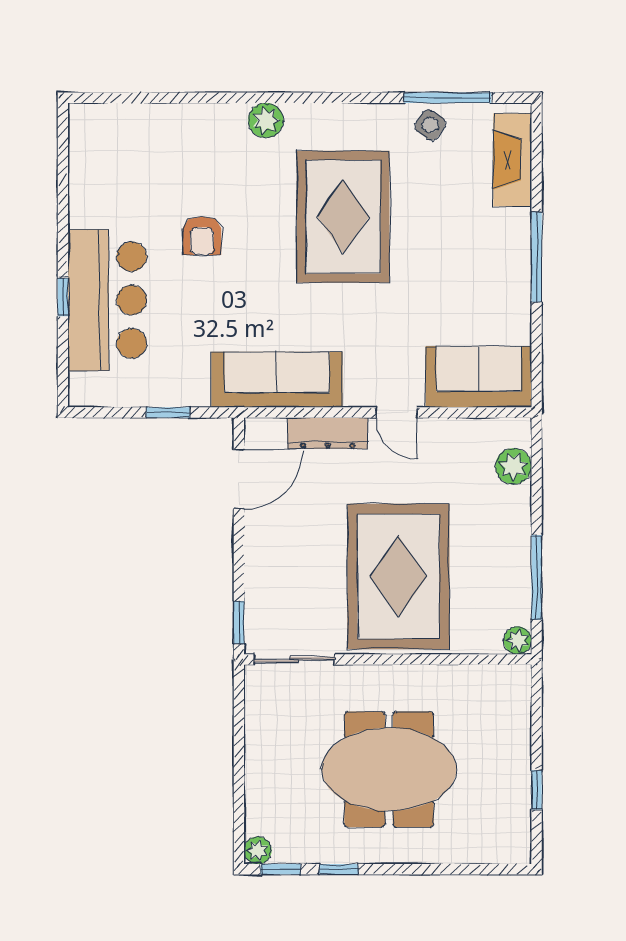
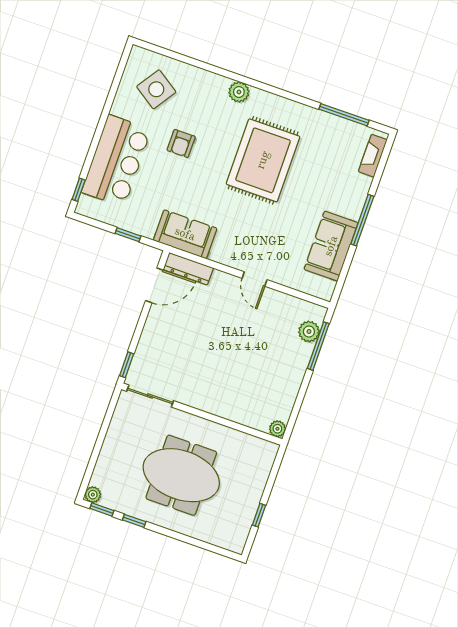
side table: (430, 125) -> (156, 89), moved, width x1.87, depth x1.87
fireplace: (512, 160) -> (373, 156), width x0.73, depth x0.76
window: (63, 297) -> (79, 190), moved
sofa: (479, 377) -> (331, 246), moved, turned -90
sofa: (277, 380) -> (185, 234), width x0.73
dresser: (328, 433) -> (188, 269), moved
rug: (398, 577) -> (224, 370), removed
window: (537, 577) -> (318, 346), moved

